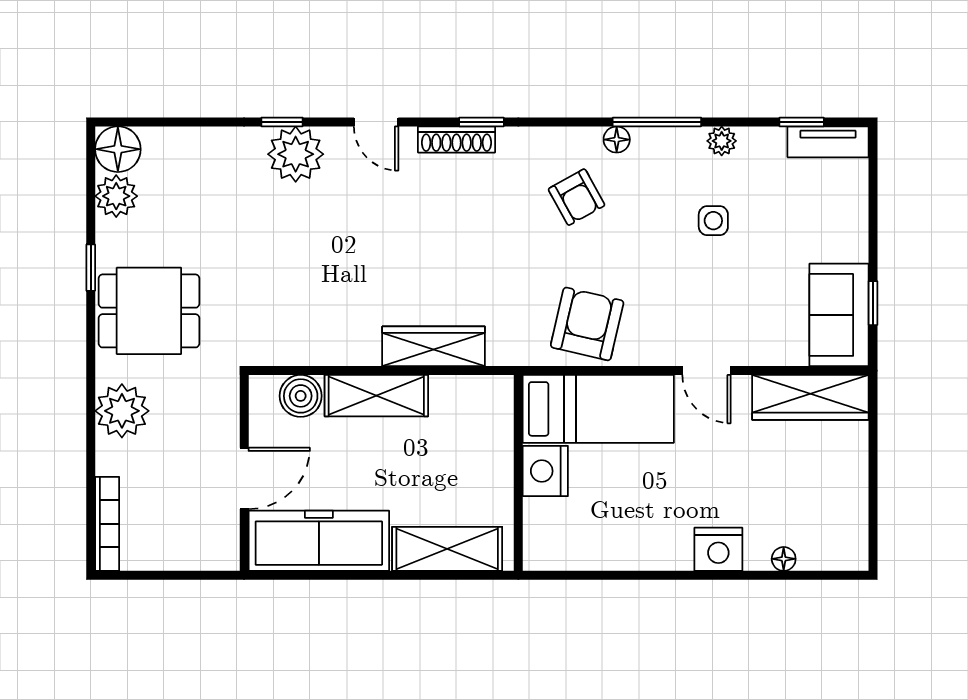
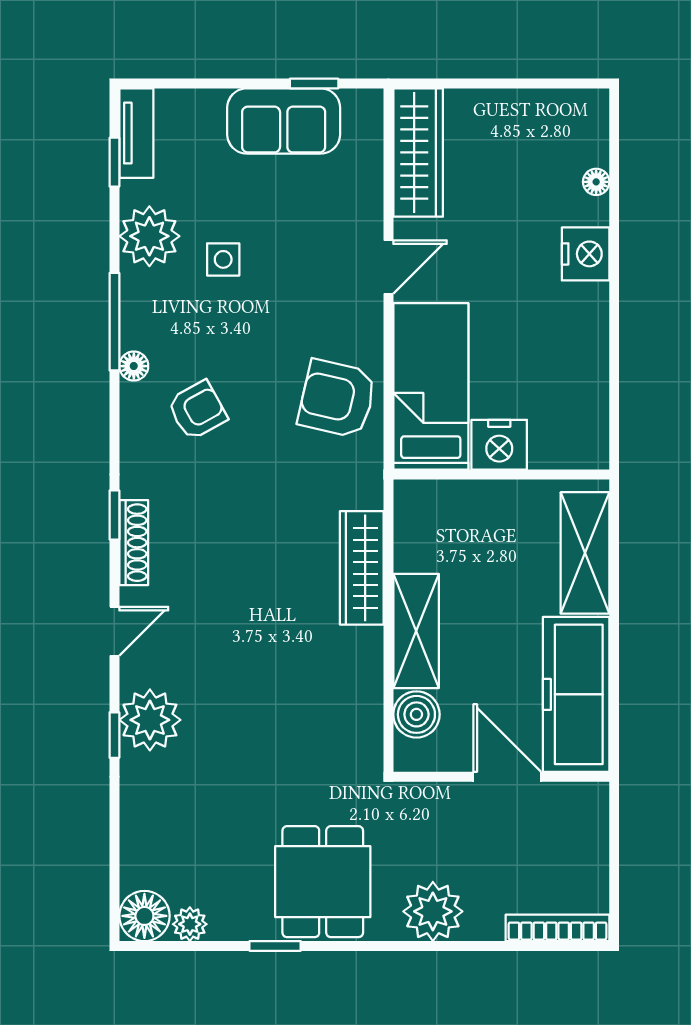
plant: (722, 141) -> (149, 236), width x1.87, depth x1.87
plant: (116, 196) -> (190, 924), width x0.73, depth x0.73
sofa: (839, 315) -> (284, 121), moved

